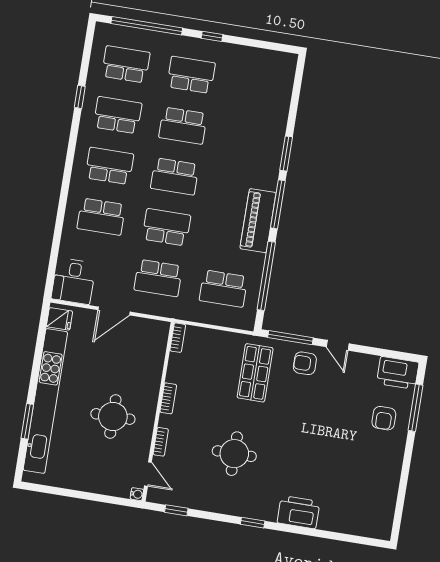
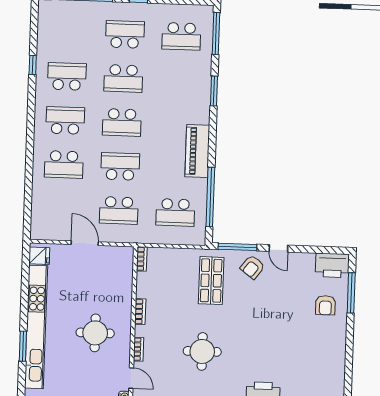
school desk: (126, 64) -> (181, 36), moved, turned 180
window: (278, 204) -> (216, 34), moved
desk: (73, 281) -> (47, 222), removed
door: (114, 311) -> (85, 243), swing flipped
armchair: (305, 363) -> (252, 267), turned -53

